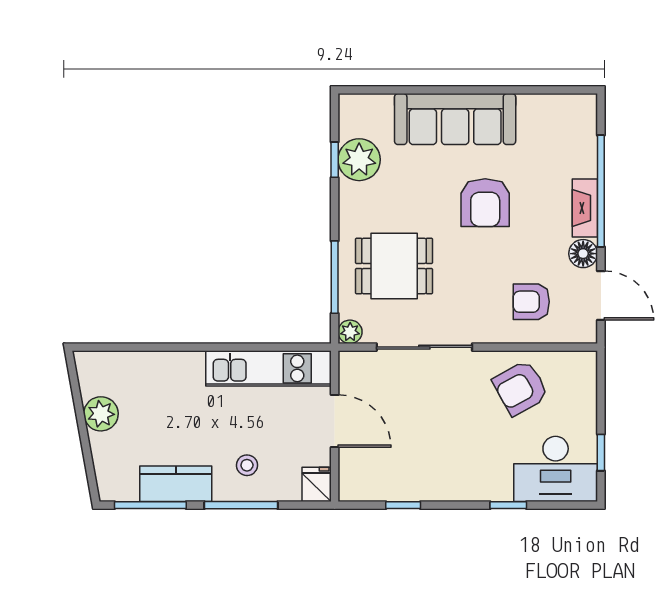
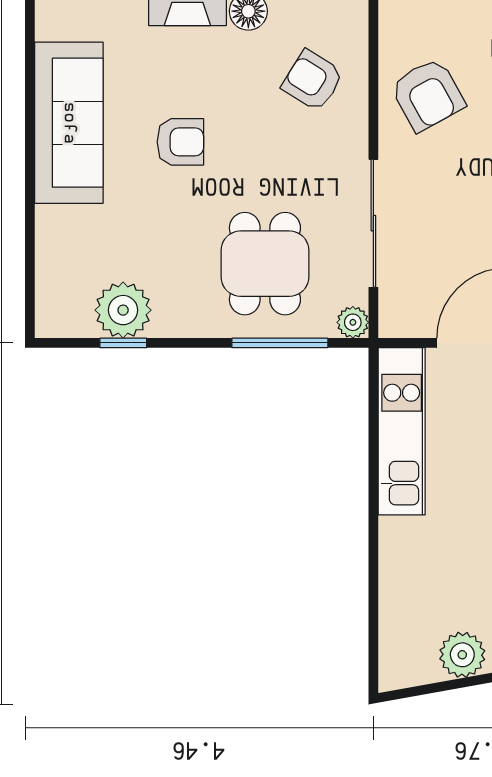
sofa: (455, 119) -> (69, 123), moved
armchair: (485, 203) -> (180, 142), width x0.72, depth x0.72
armchair: (531, 302) -> (313, 80), turned 122

